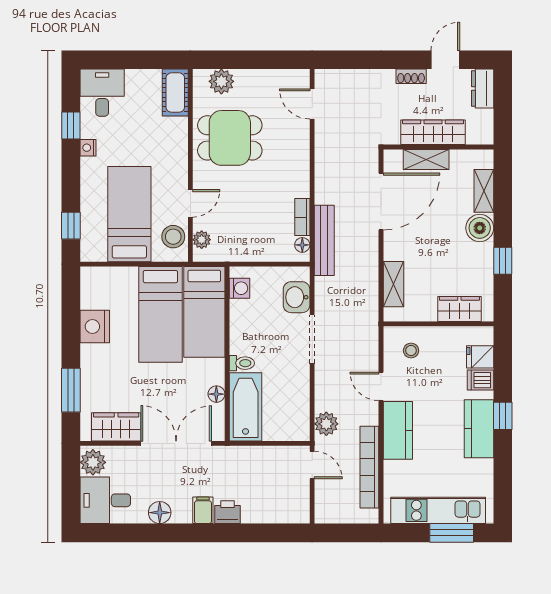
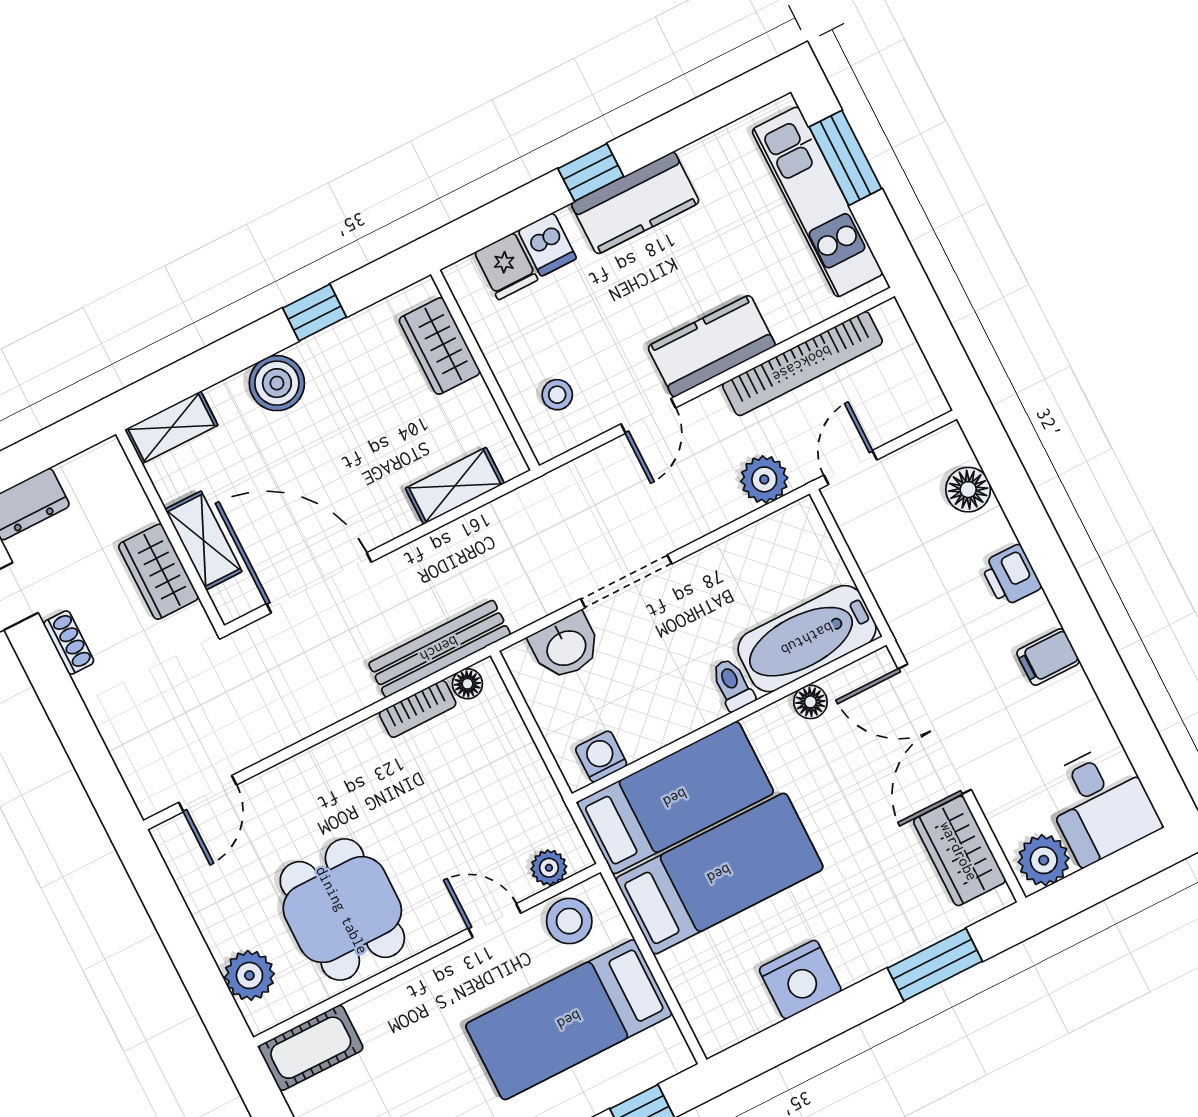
wardrobe: (433, 132) -> (158, 572), width x0.67
shelving: (484, 191) -> (171, 427), moved
filing cabinet: (203, 510) -> (1048, 657), moved
floor lamp: (160, 513) -> (968, 490), moved

